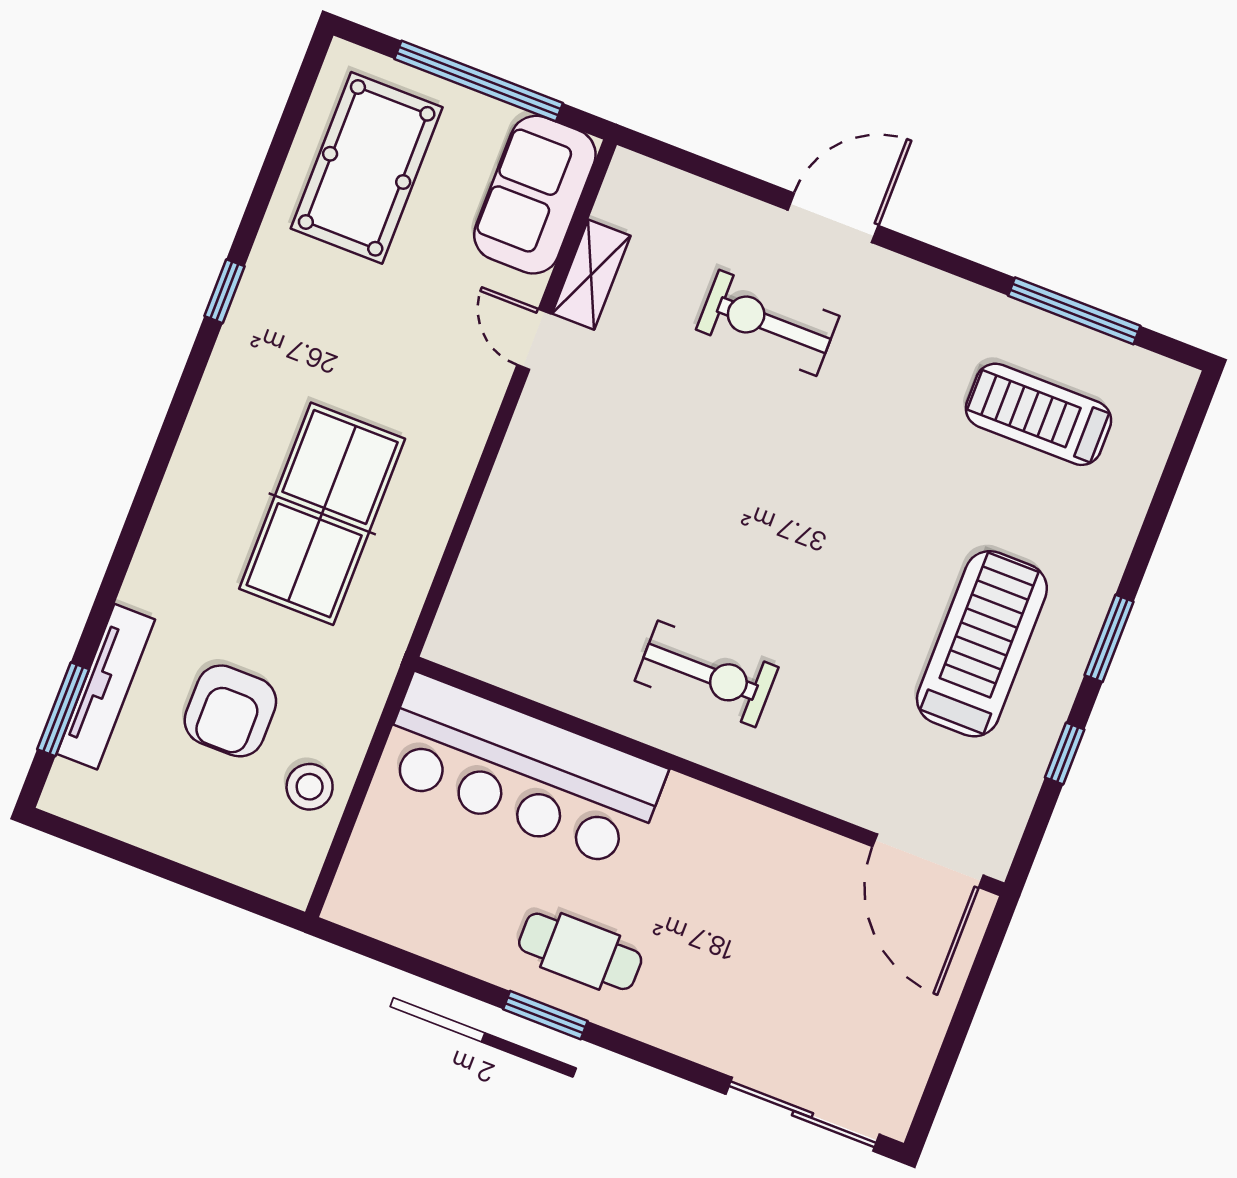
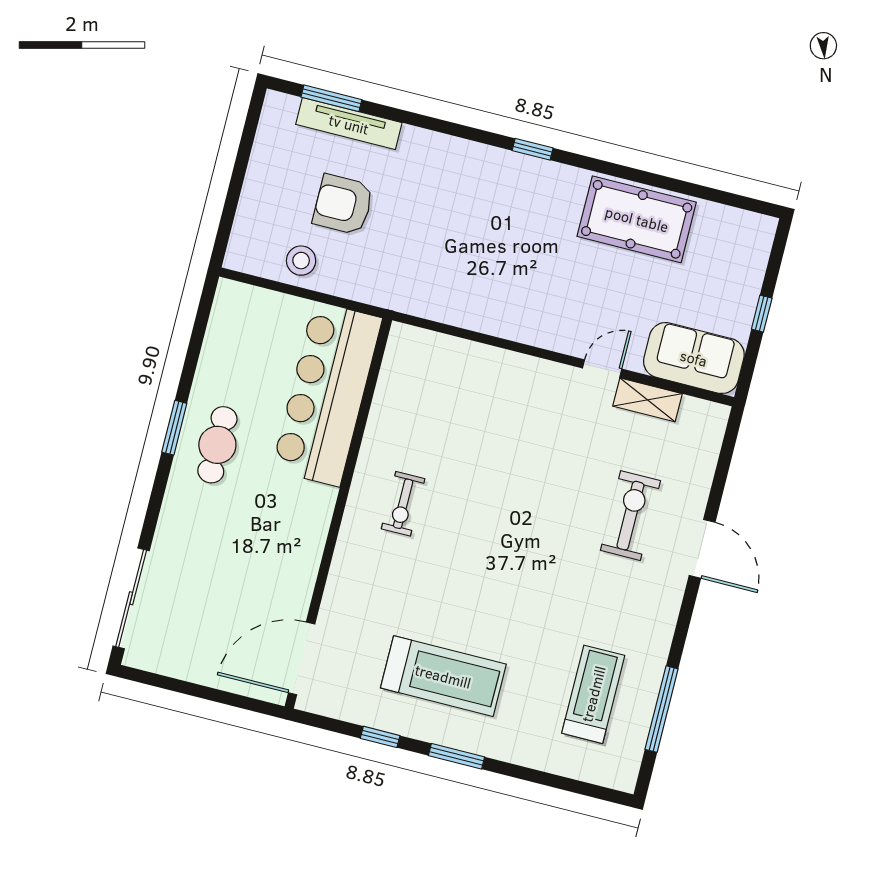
window: (479, 81) -> (762, 314), width x0.32
pool table: (367, 168) -> (637, 219), moved
window: (224, 291) -> (533, 149), moved
table tennis table: (322, 514) -> (475, 248), removed
exercise bike: (707, 674) -> (403, 504), width x0.73, depth x0.72

